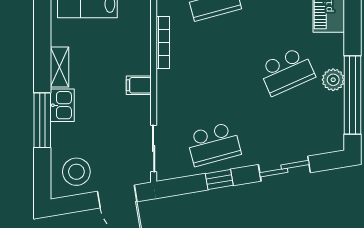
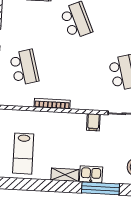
filing cabinet: (139, 85) -> (93, 122), moved

